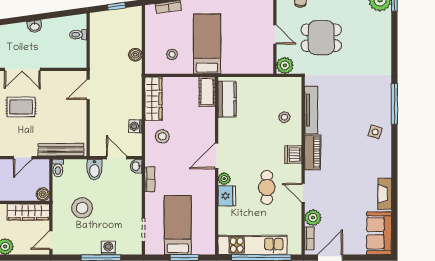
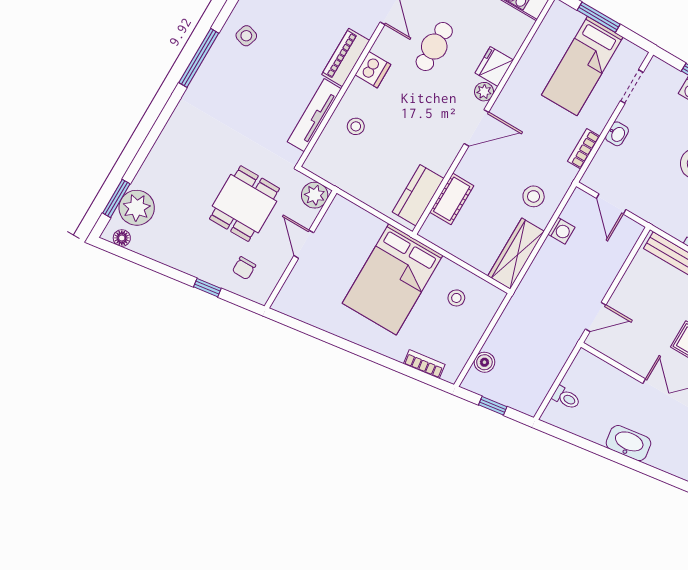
washbasin: (35, 26) -> (628, 443), width x1.91, depth x1.45
dining table: (321, 38) -> (244, 204), turned 90
bed: (207, 44) -> (393, 279), width x1.50
boiler: (135, 55) -> (484, 362), moved
cot: (207, 92) -> (452, 199), moved
washbasin: (136, 166) -> (617, 134), moved
bidet: (94, 169) -> (650, 205), removed

